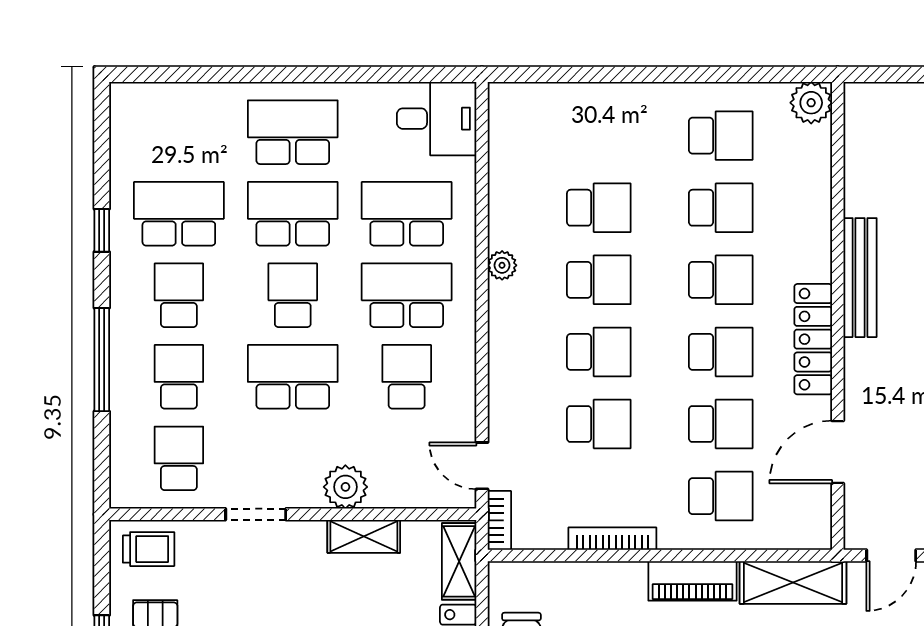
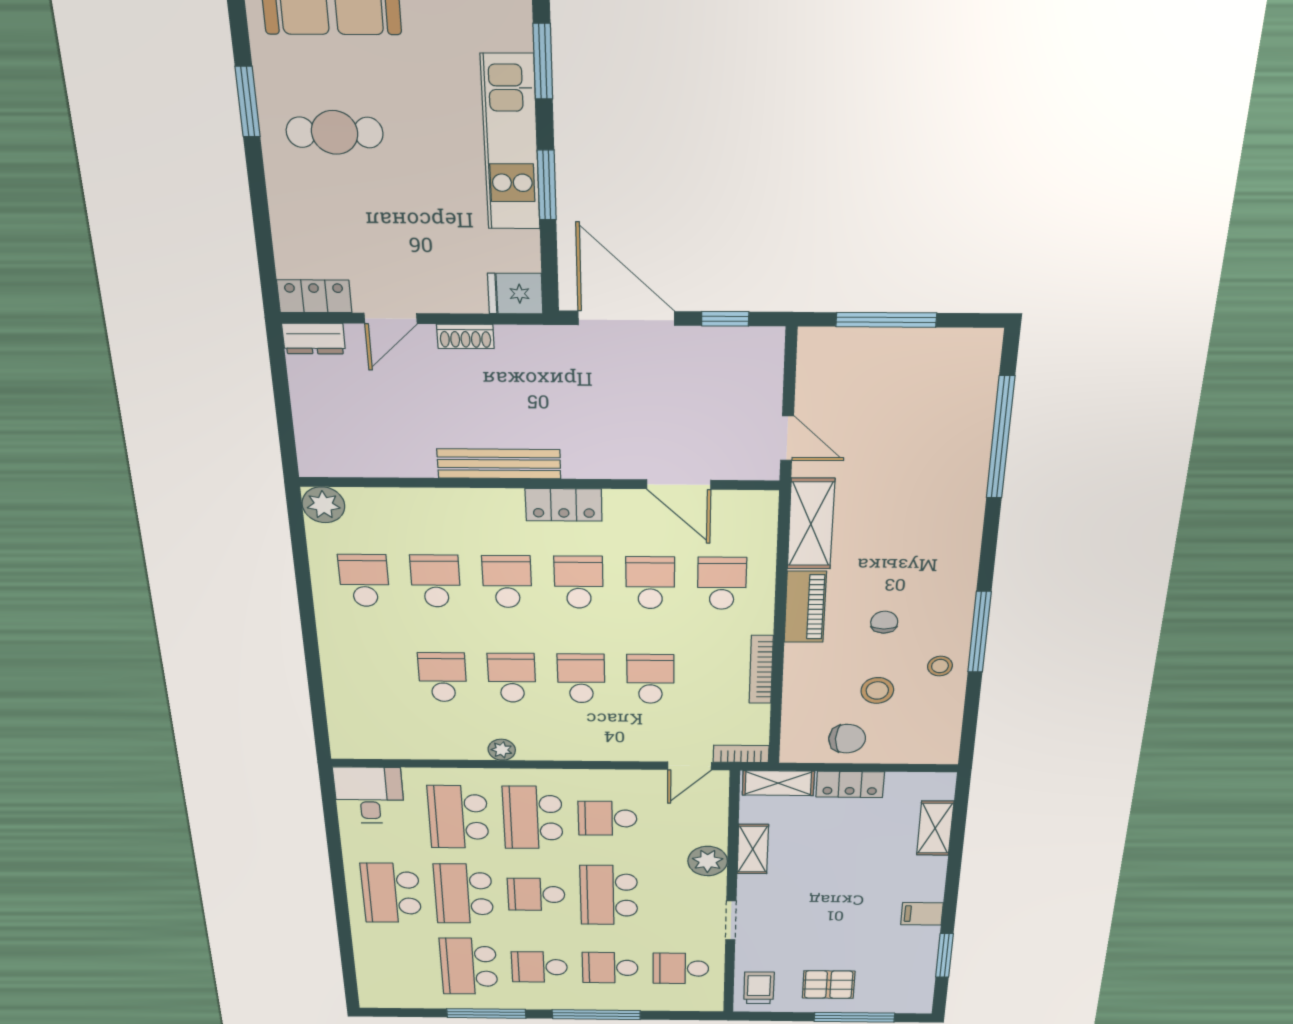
window: (102, 230) -> (486, 1013), width x2.17
locker: (813, 339) -> (564, 505), width x0.66

